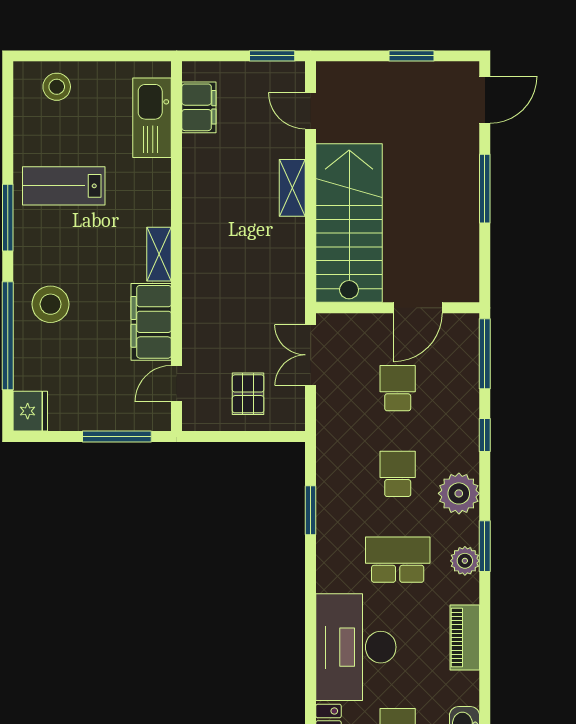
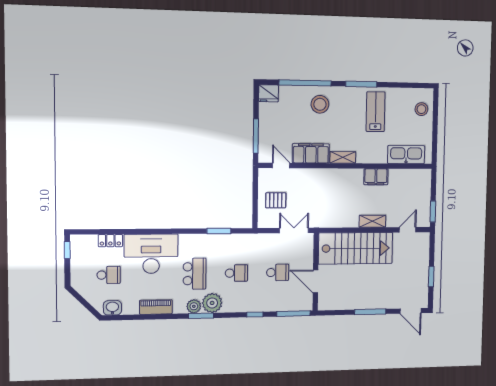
filing cabinet: (199, 107) -> (376, 177), moved
plant: (459, 493) -> (212, 303), moved

